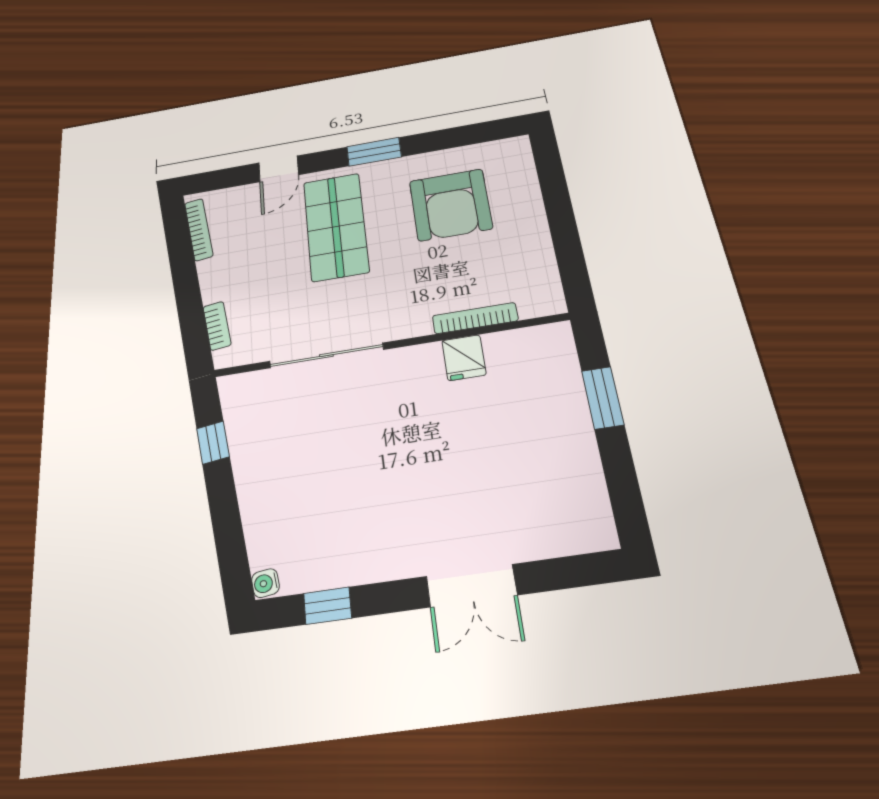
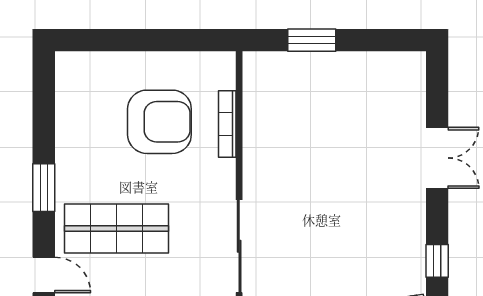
armchair: (451, 205) -> (159, 122), moved
fridge: (464, 358) -> (260, 138), removed

